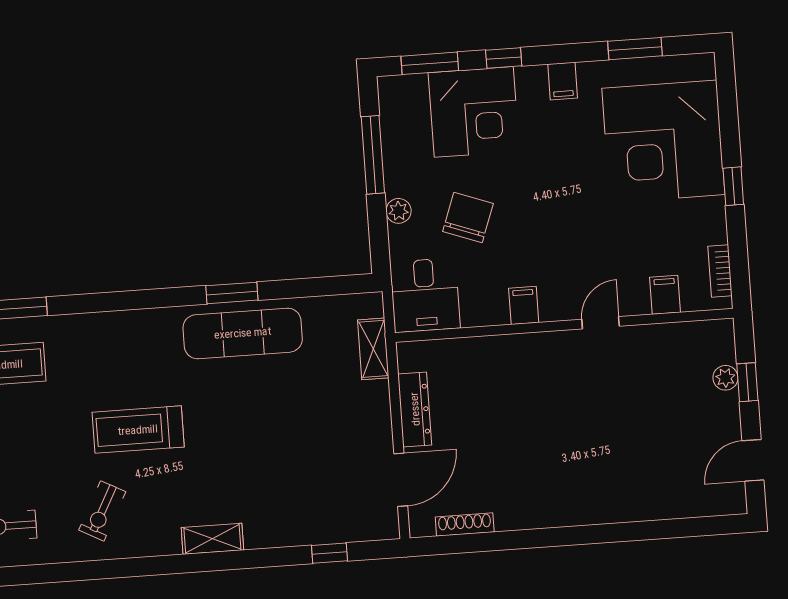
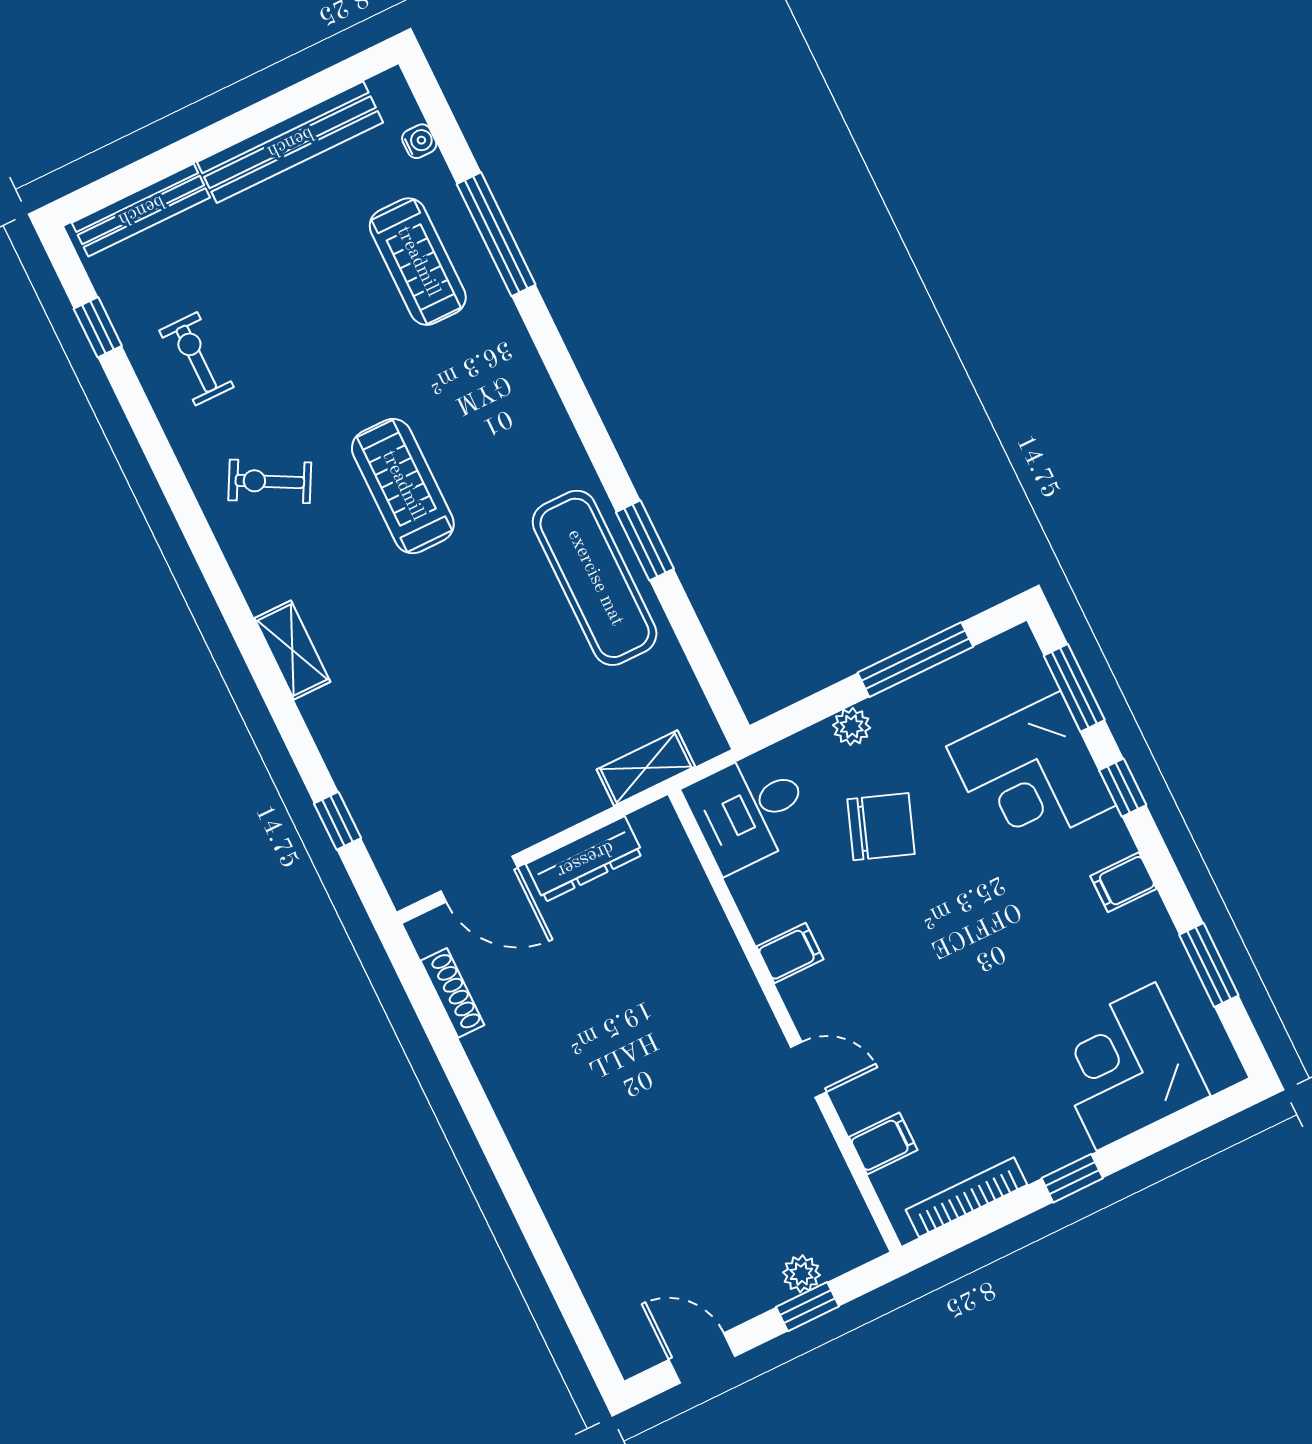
corner desk: (663, 141) -> (1126, 1067), width x0.74, depth x0.74
bookcase: (720, 271) -> (966, 1197), width x1.56

